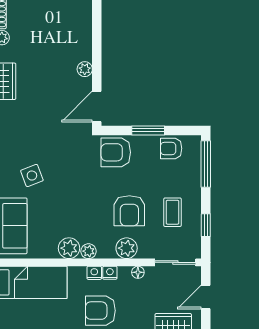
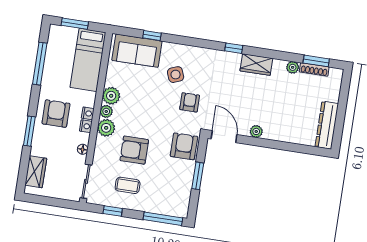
armchair: (171, 148) -> (190, 102), moved
plant: (127, 248) -> (106, 128), moved
door: (206, 297) -> (54, 202), removed

